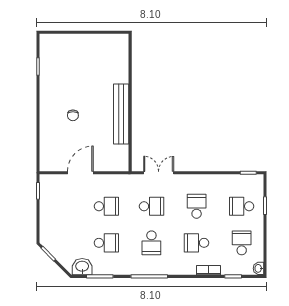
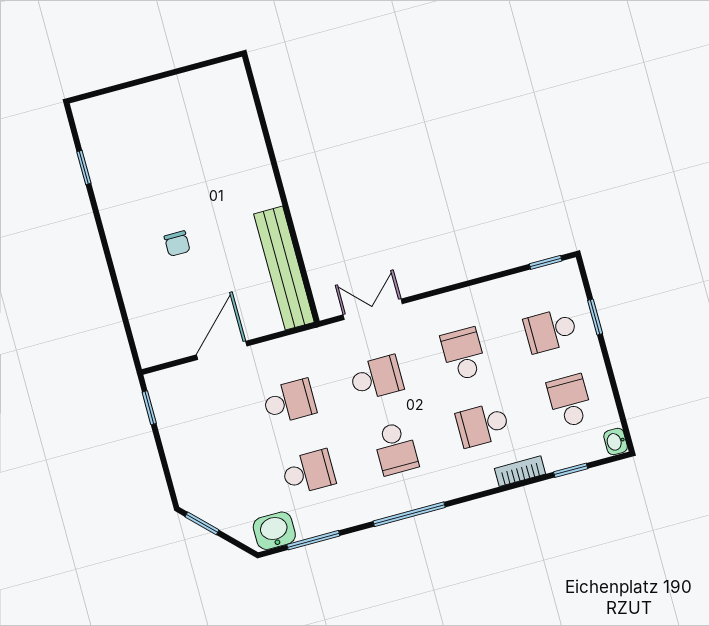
bench: (121, 114) -> (284, 268), moved

